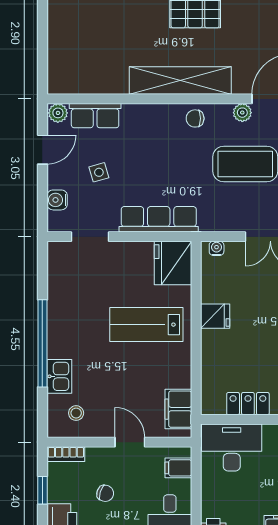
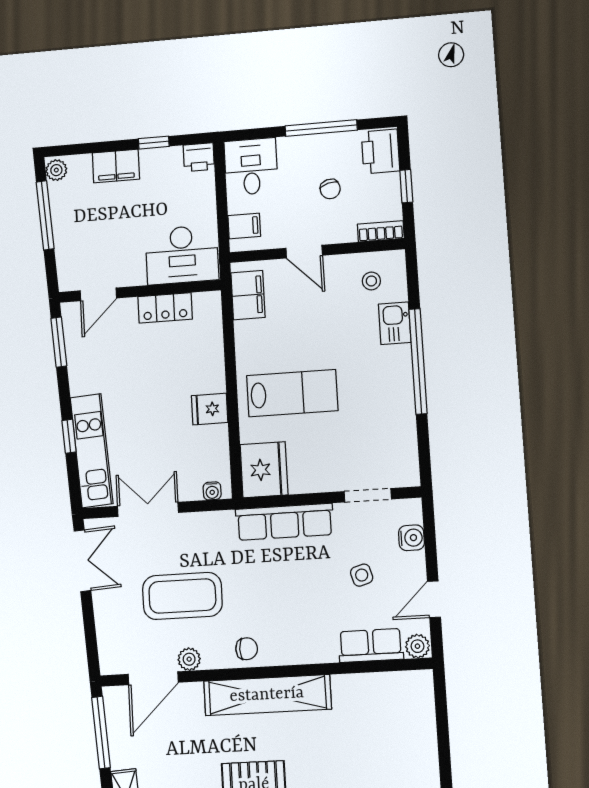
chair: (105, 493) -> (330, 189), turned -123

